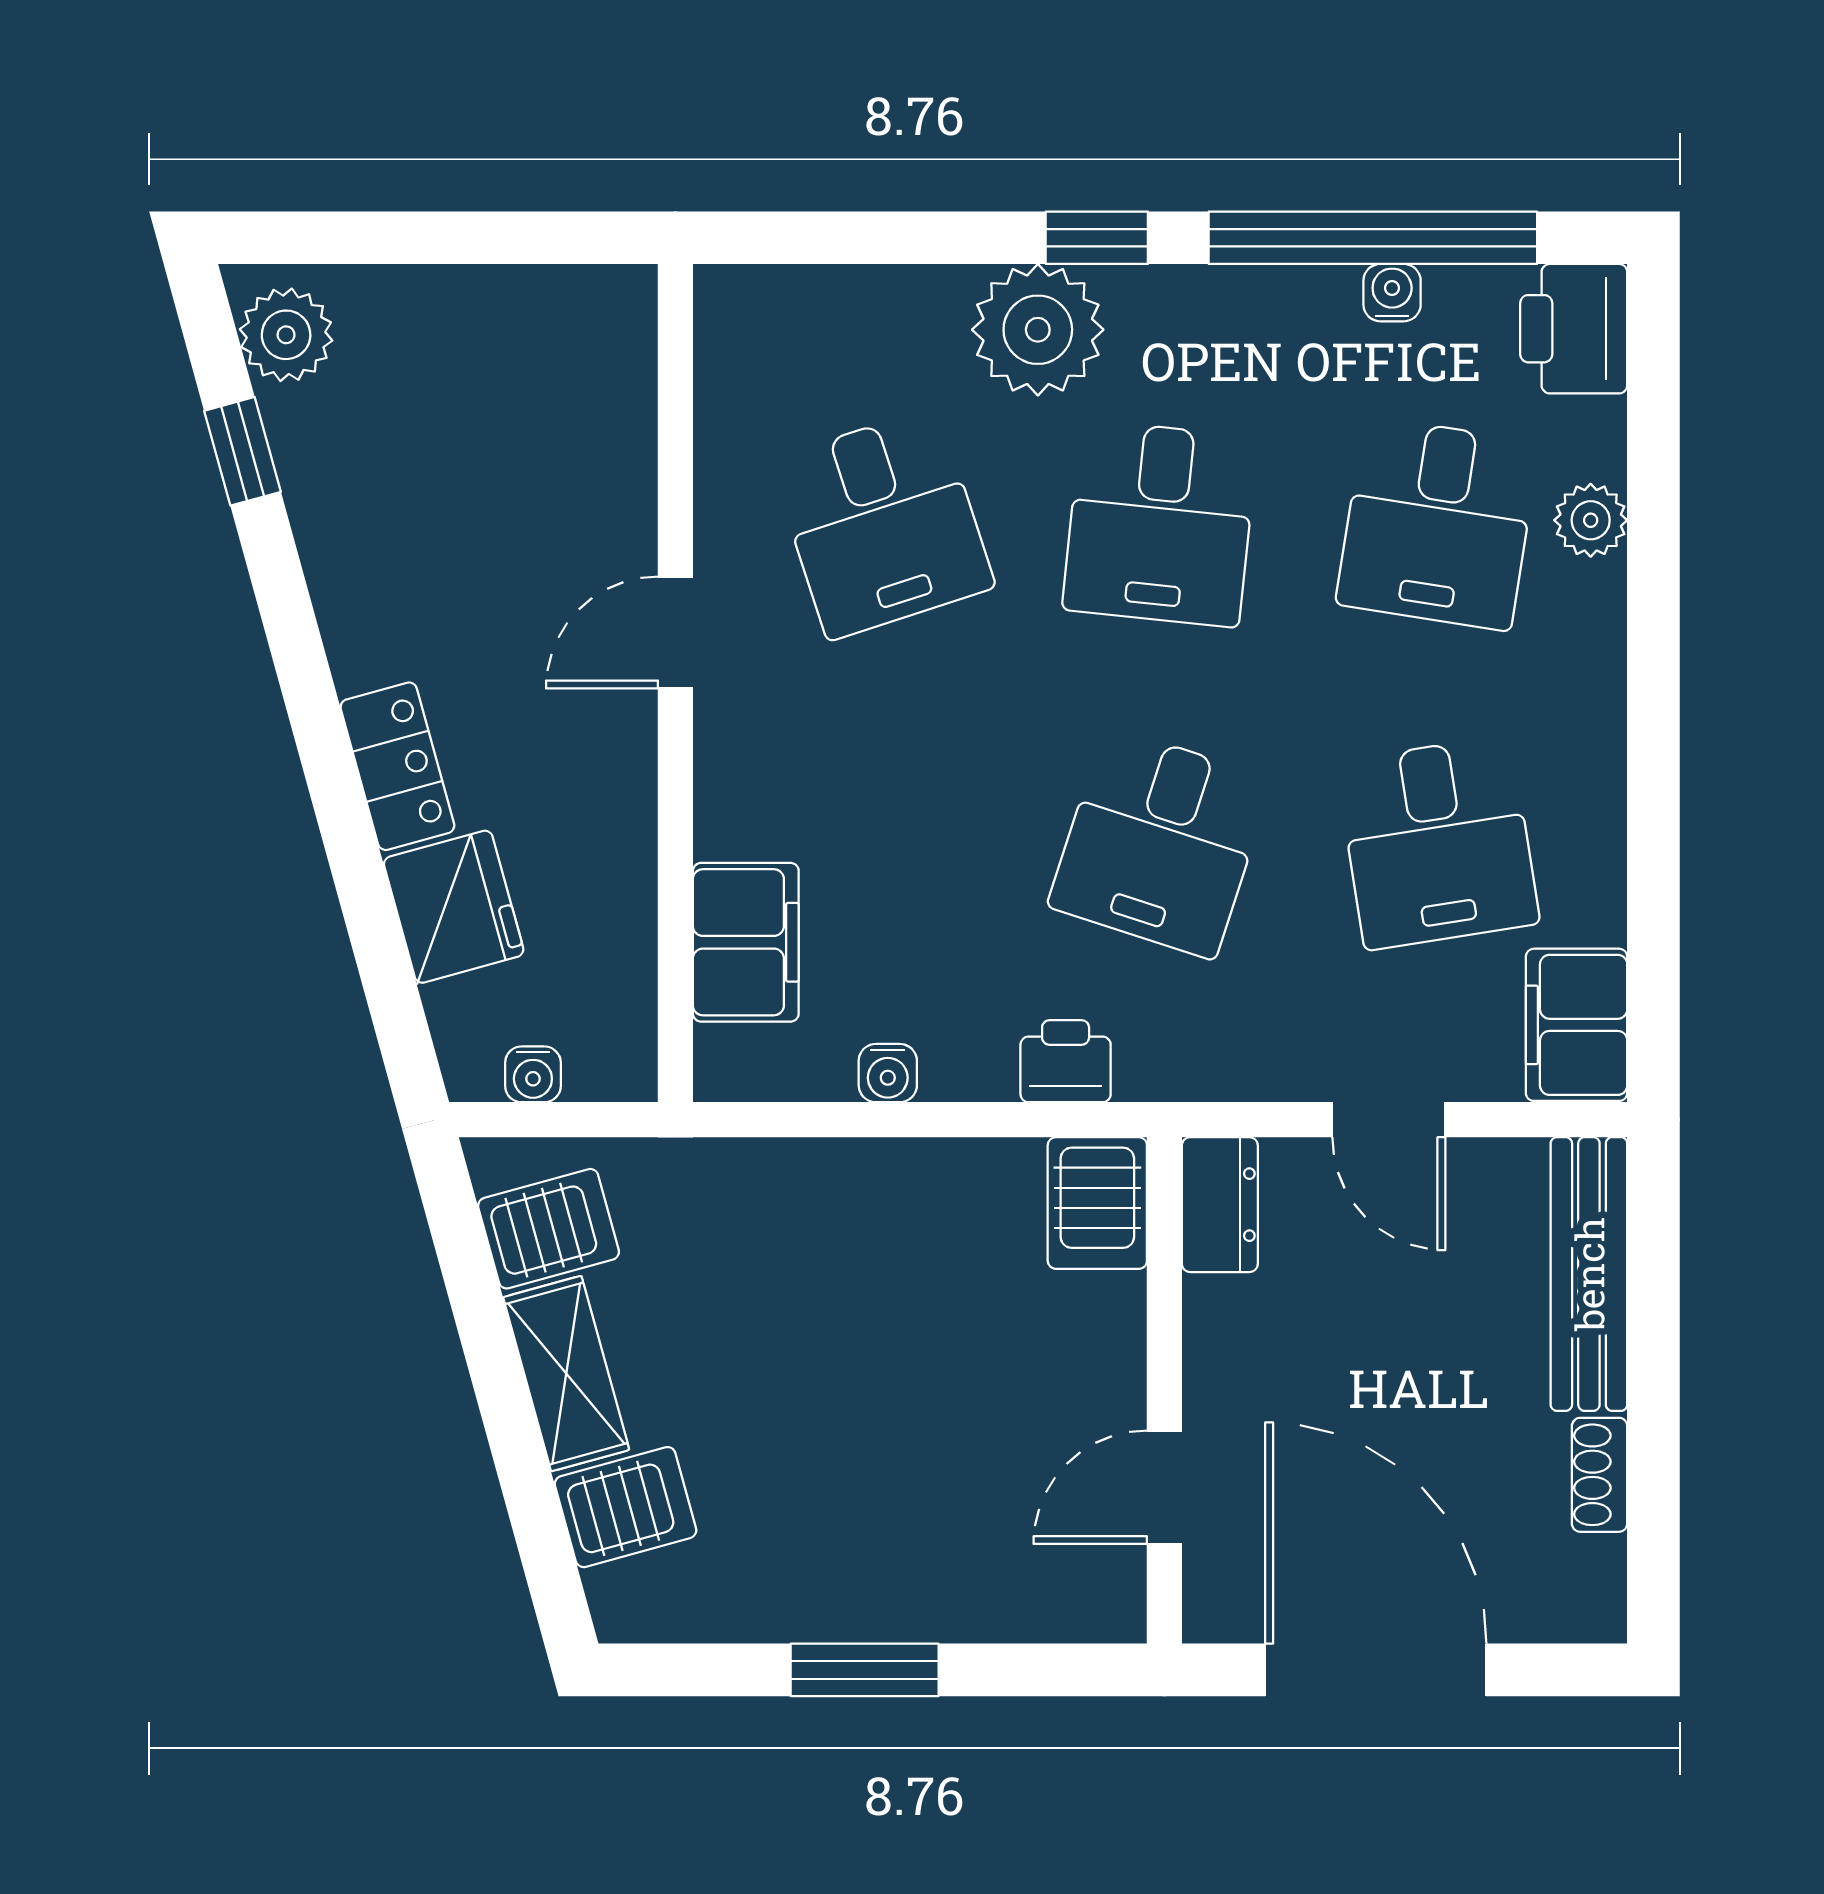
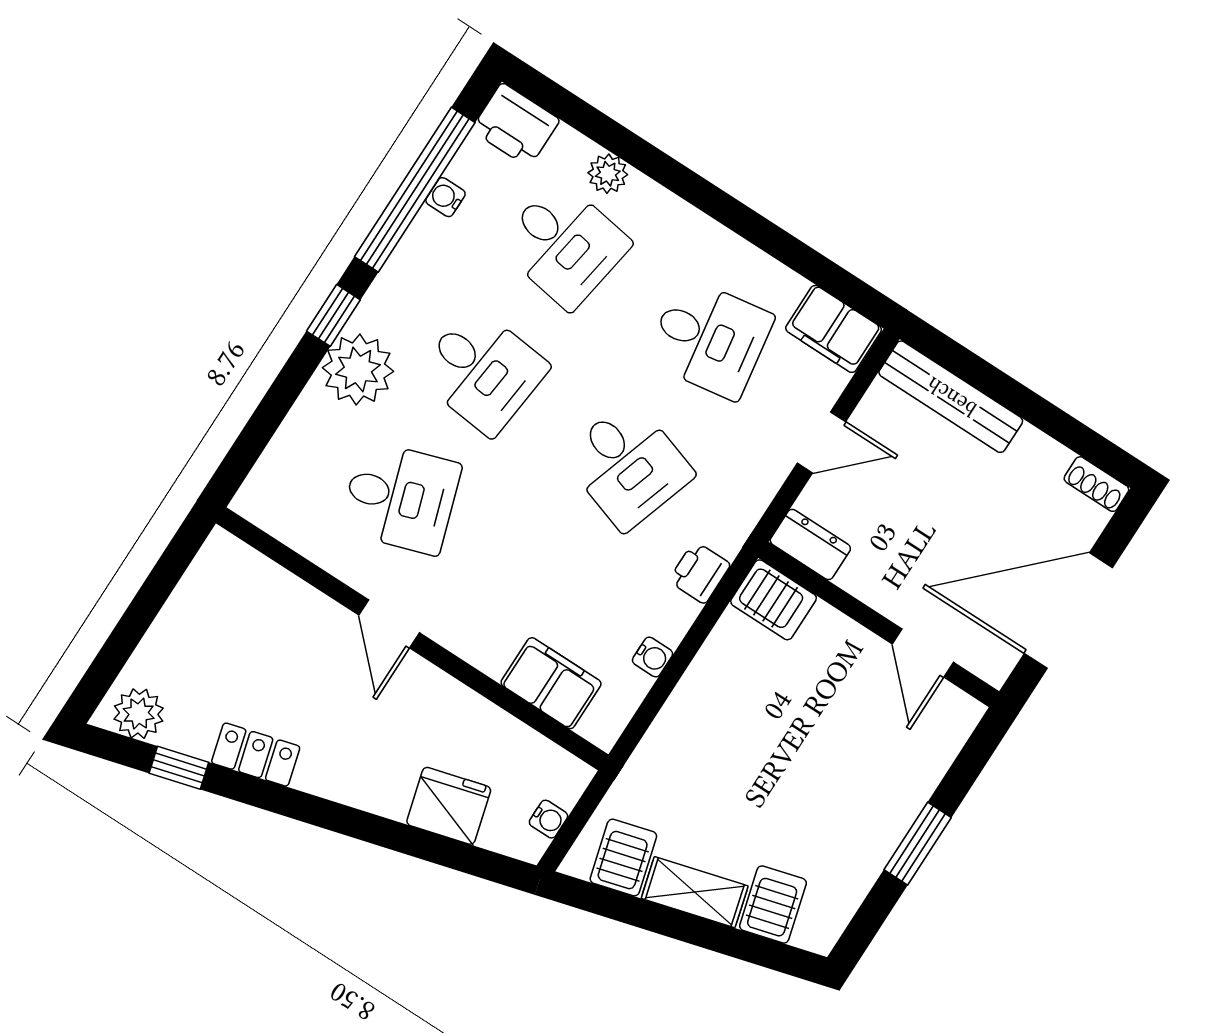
locker: (397, 766) -> (256, 755), moved
shoe rack: (1600, 1475) -> (1096, 484), moved

